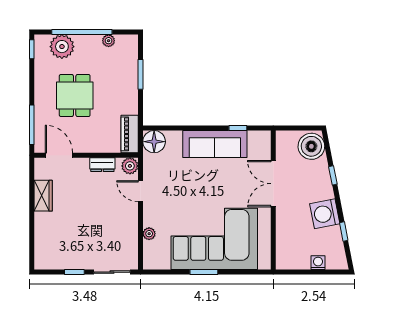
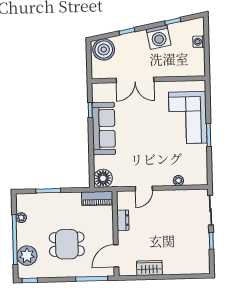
plant: (130, 166) -> (123, 198), removed
corner sofa: (214, 239) -> (188, 118), width x0.73, depth x0.74

